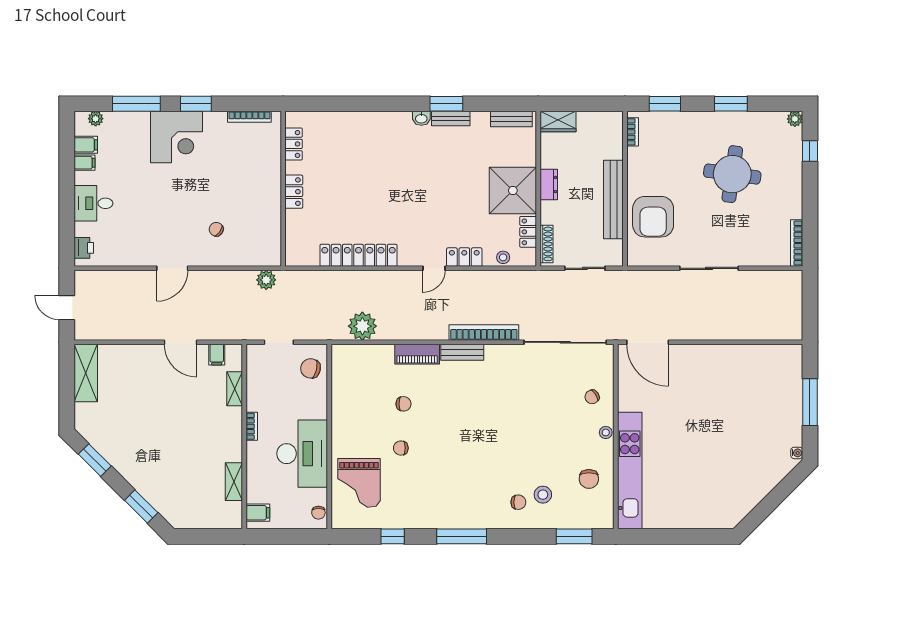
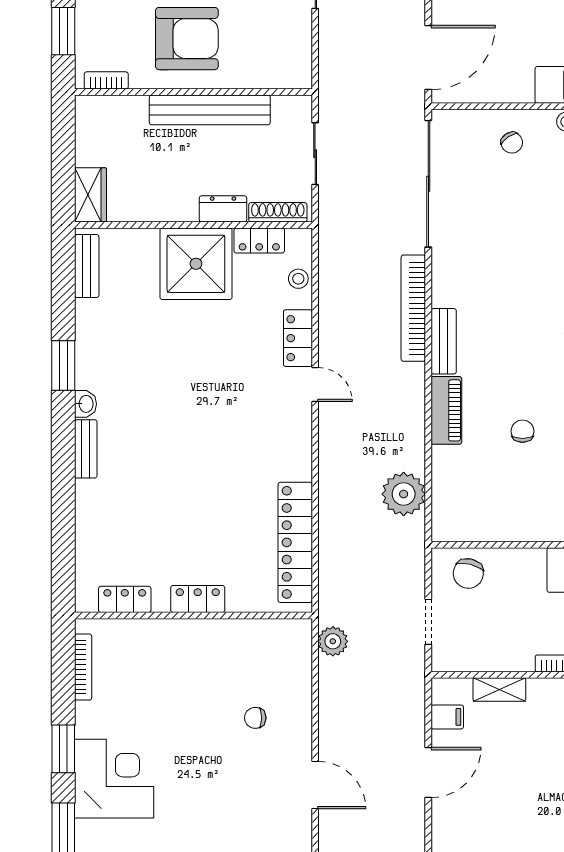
bench: (451, 118) -> (86, 449), moved
dresser: (549, 185) -> (223, 209), moved
armchair: (653, 217) -> (187, 39), moved
chair: (216, 229) -> (255, 718), turned 54
locker: (359, 255) -> (295, 542), moved

